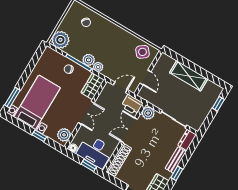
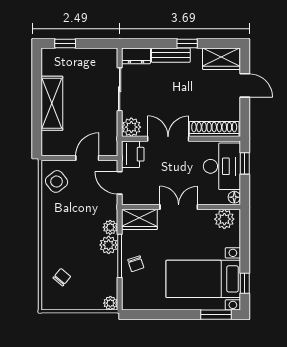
plant: (60, 40) -> (110, 303), width x0.53, depth x0.53
double door: (129, 130) -> (168, 139), swing flipped
window: (39, 136) -> (245, 283), moved

